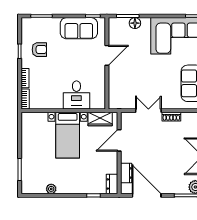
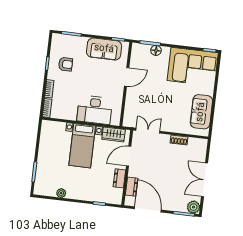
desk: (76, 95) -> (95, 110), width x1.37
double door: (148, 111) -> (148, 131), moved
dresser: (112, 184) -> (119, 178), moved

